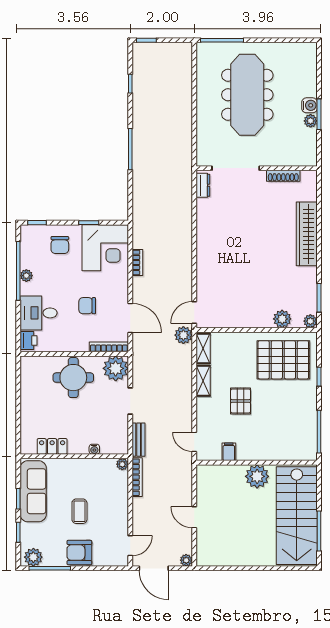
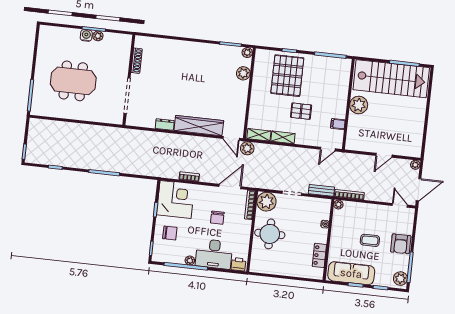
meeting table: (247, 95) -> (73, 81), width x0.73
dresser: (203, 185) -> (165, 124), moved
wardrobe: (307, 234) -> (199, 126), moved, turned 180
desk: (39, 313) -> (214, 254), width x1.37
pallet: (283, 360) -> (287, 76), moved

